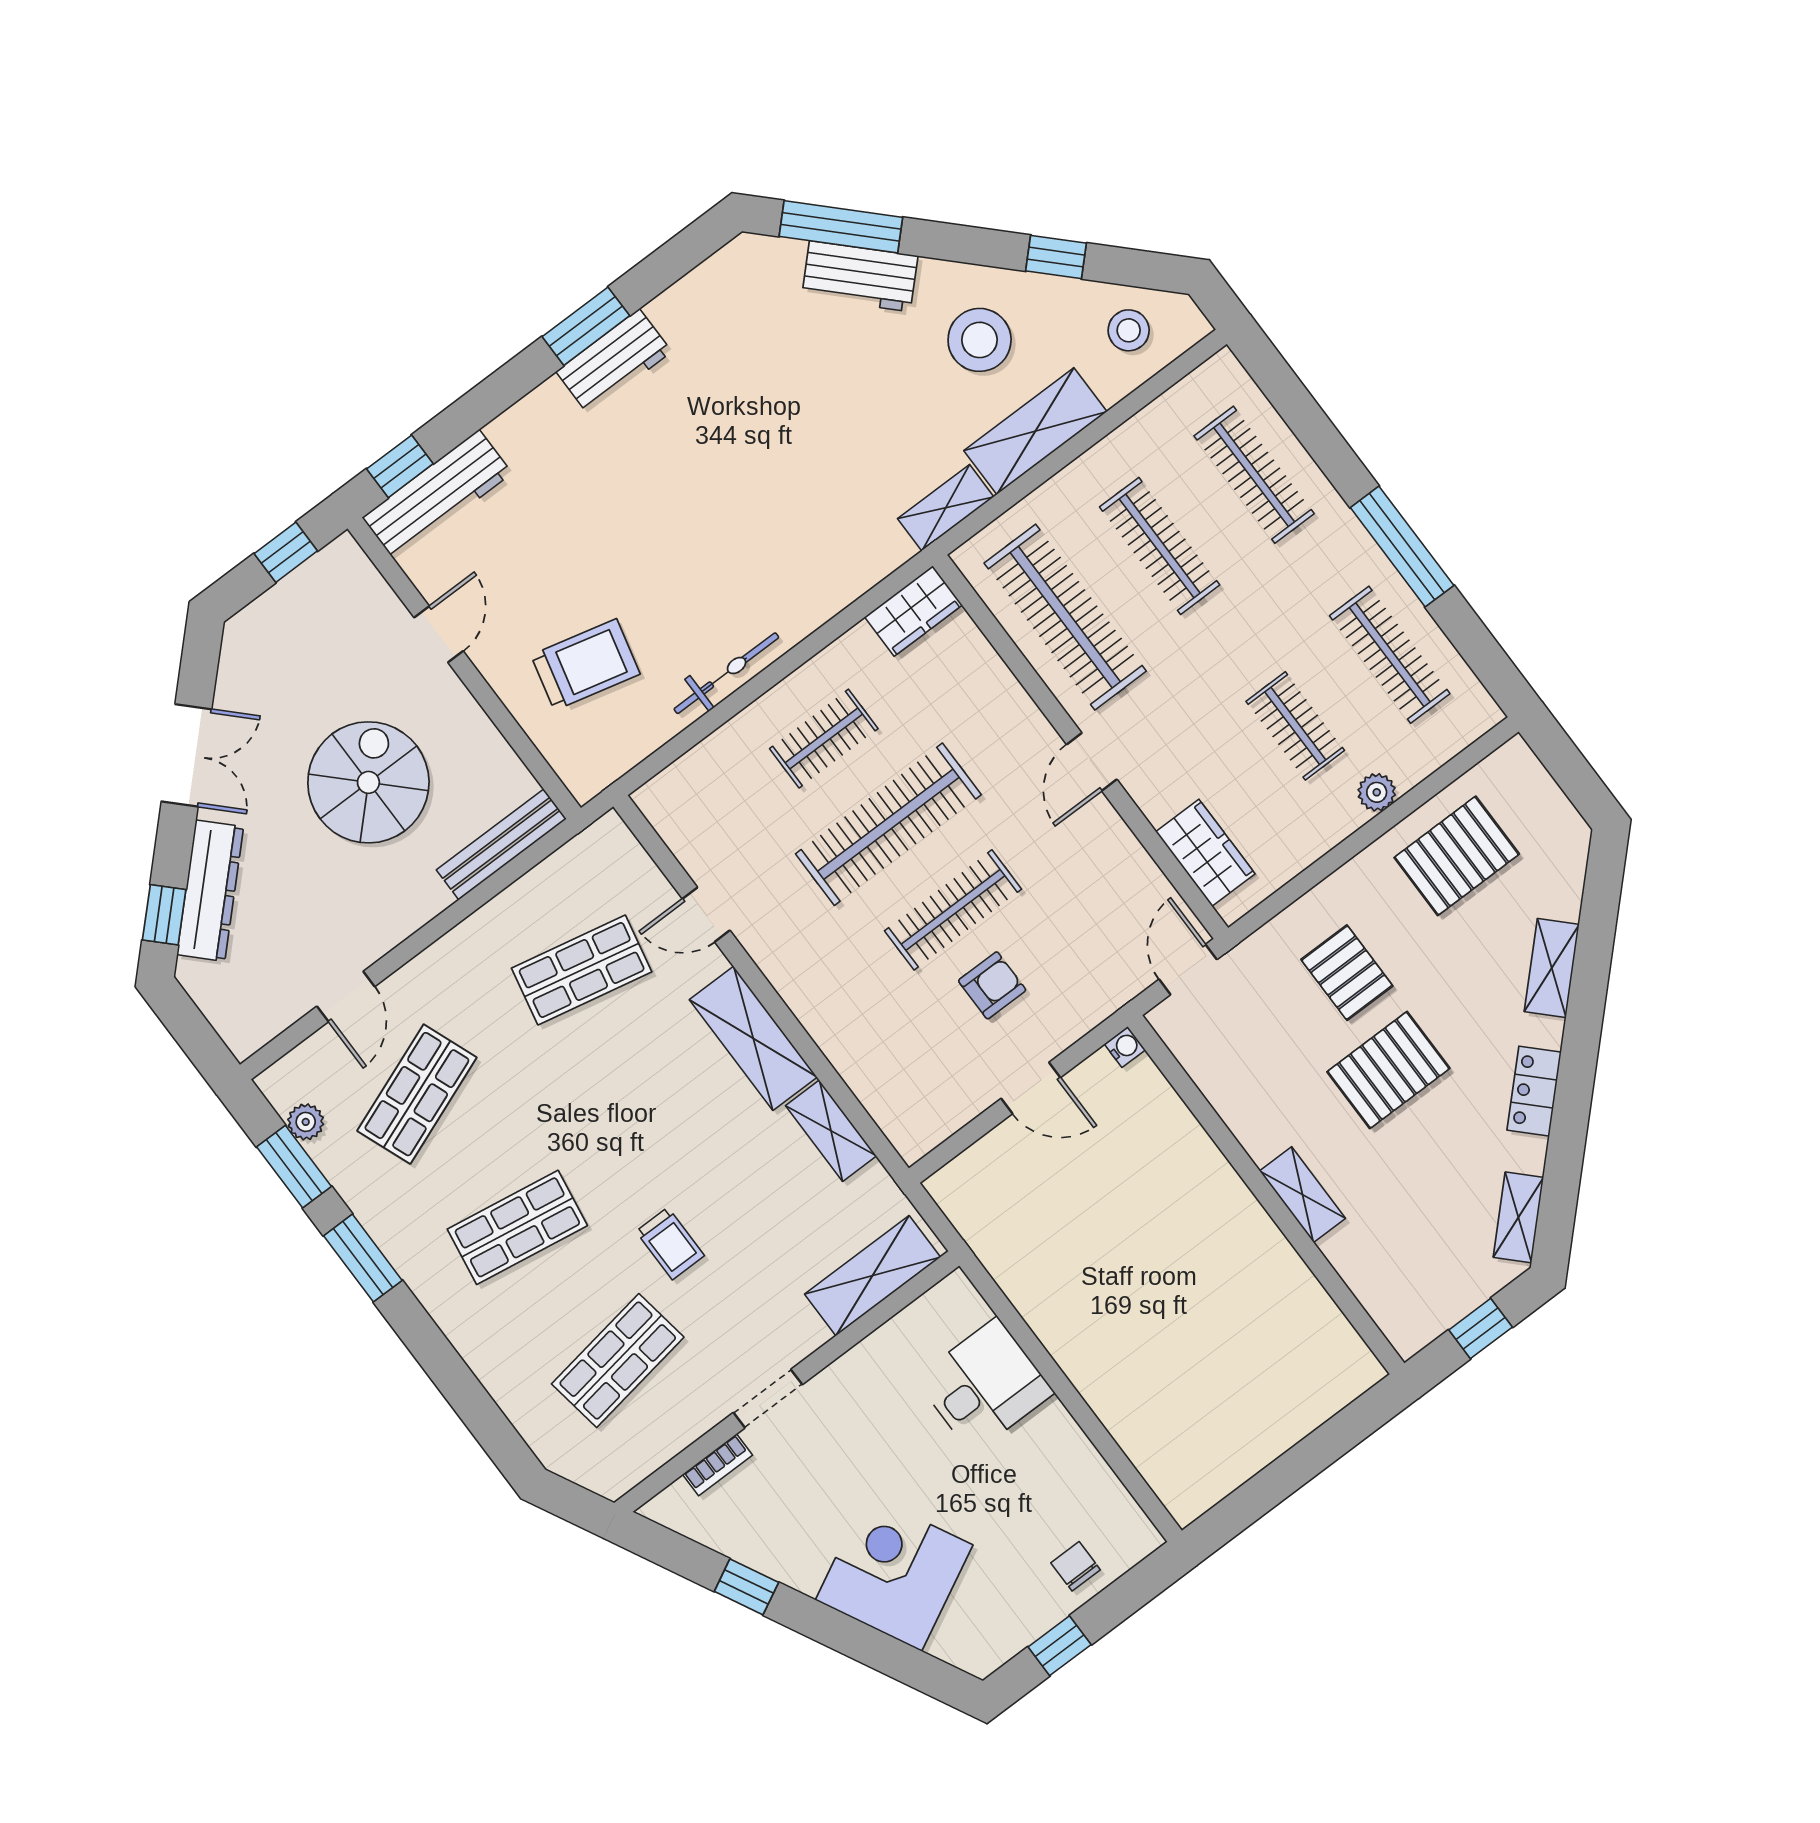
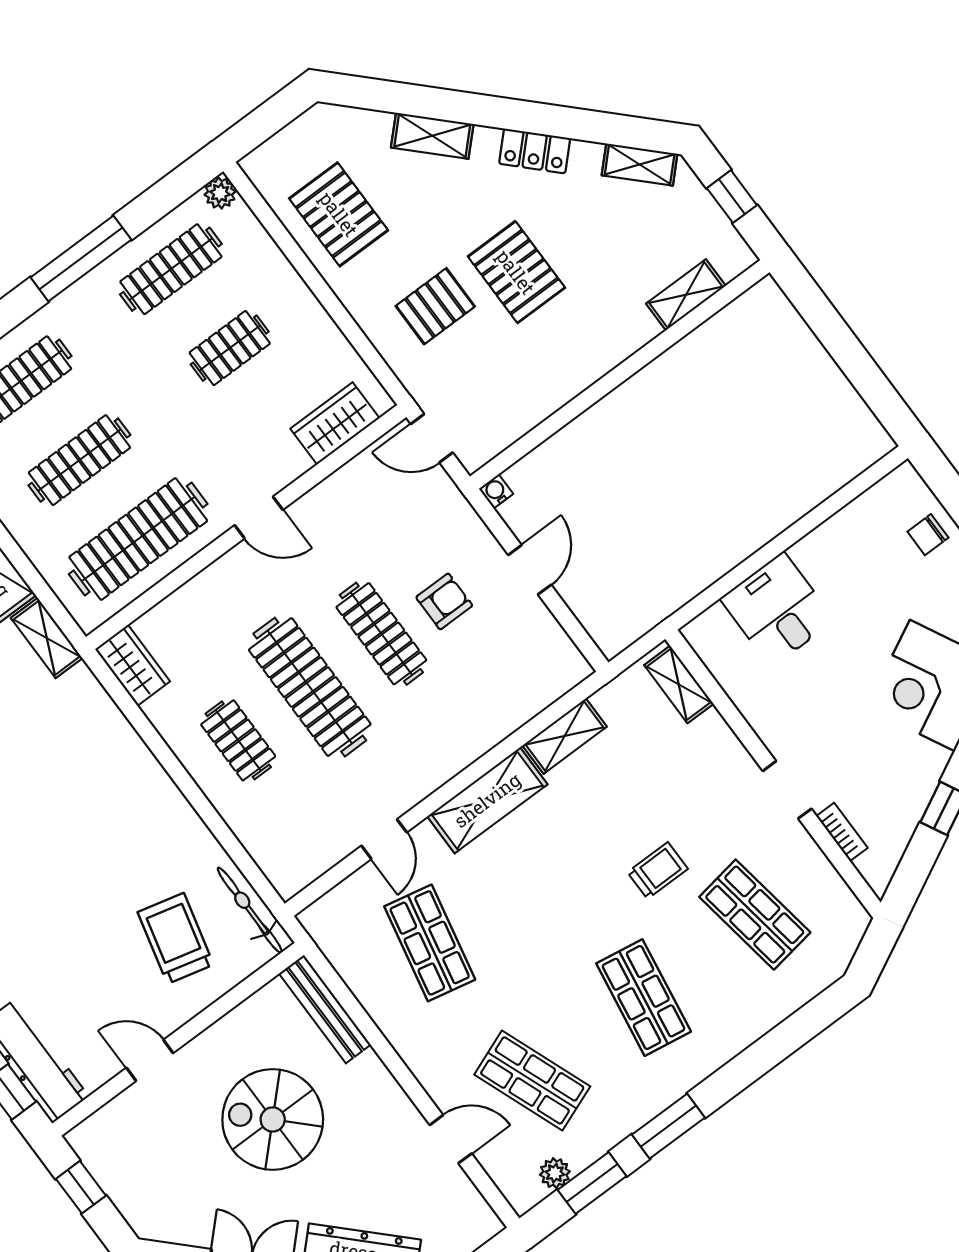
bicycle: (726, 673) -> (250, 910), moved
plant: (1377, 792) -> (220, 193), moved
armchair: (992, 985) -> (444, 601), turned 90
shelving: (1302, 1195) -> (686, 295), moved
shelving: (872, 1276) -> (679, 684), width x0.67, depth x0.75

